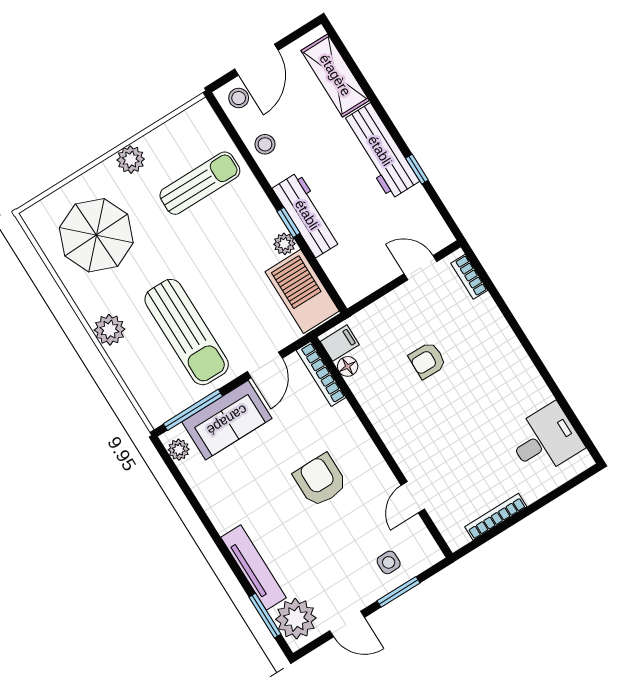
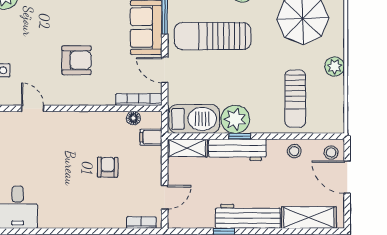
plant: (284, 244) -> (235, 119), width x1.87, depth x1.87
shelving: (343, 278) -> (187, 148), added
filing cabinet: (340, 343) -> (151, 137), moved, turned 90

